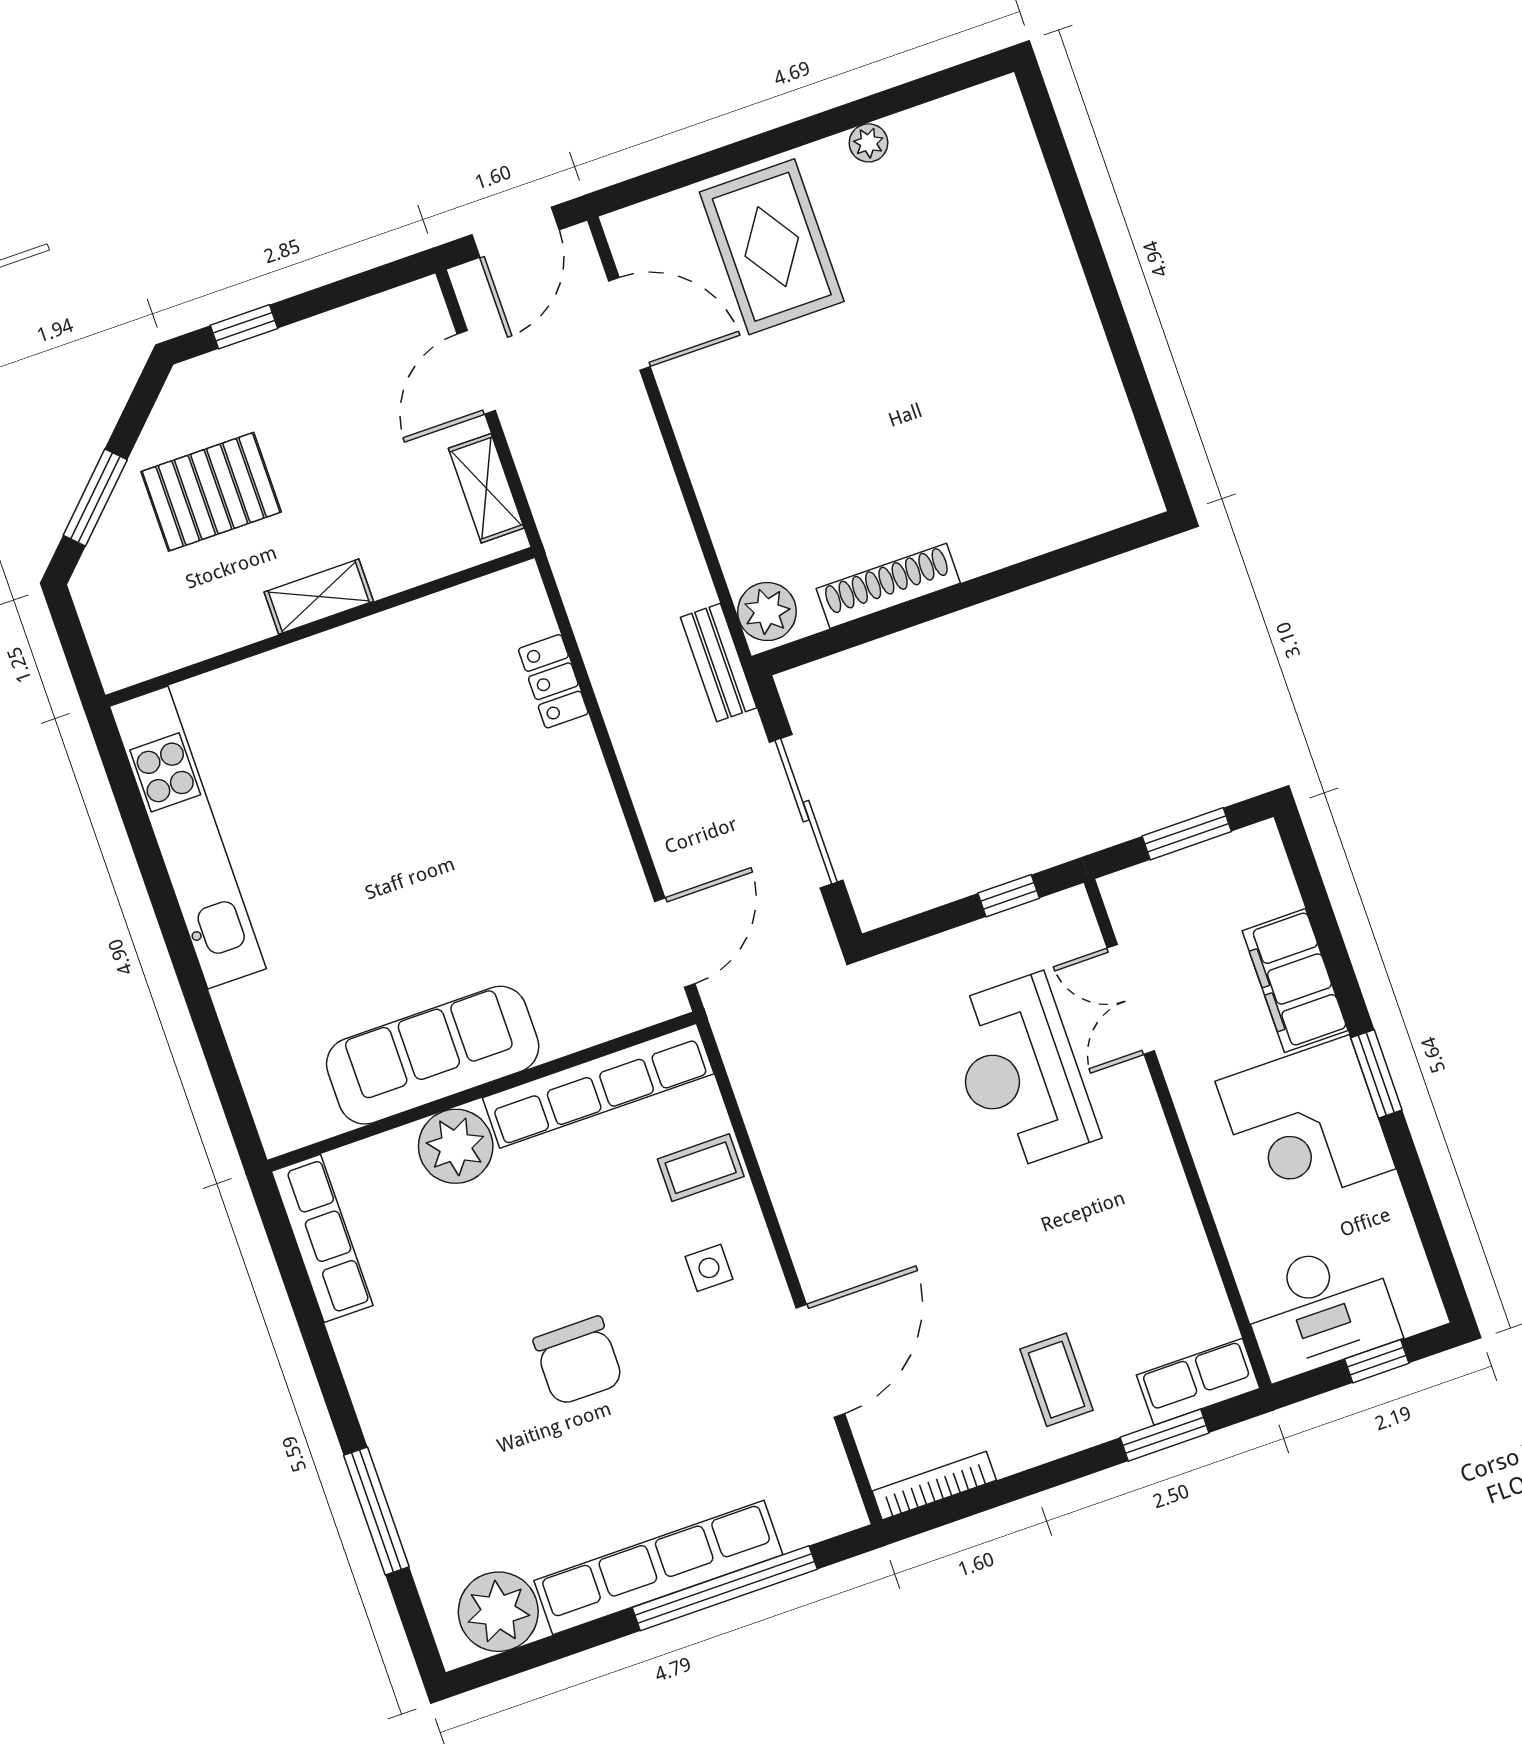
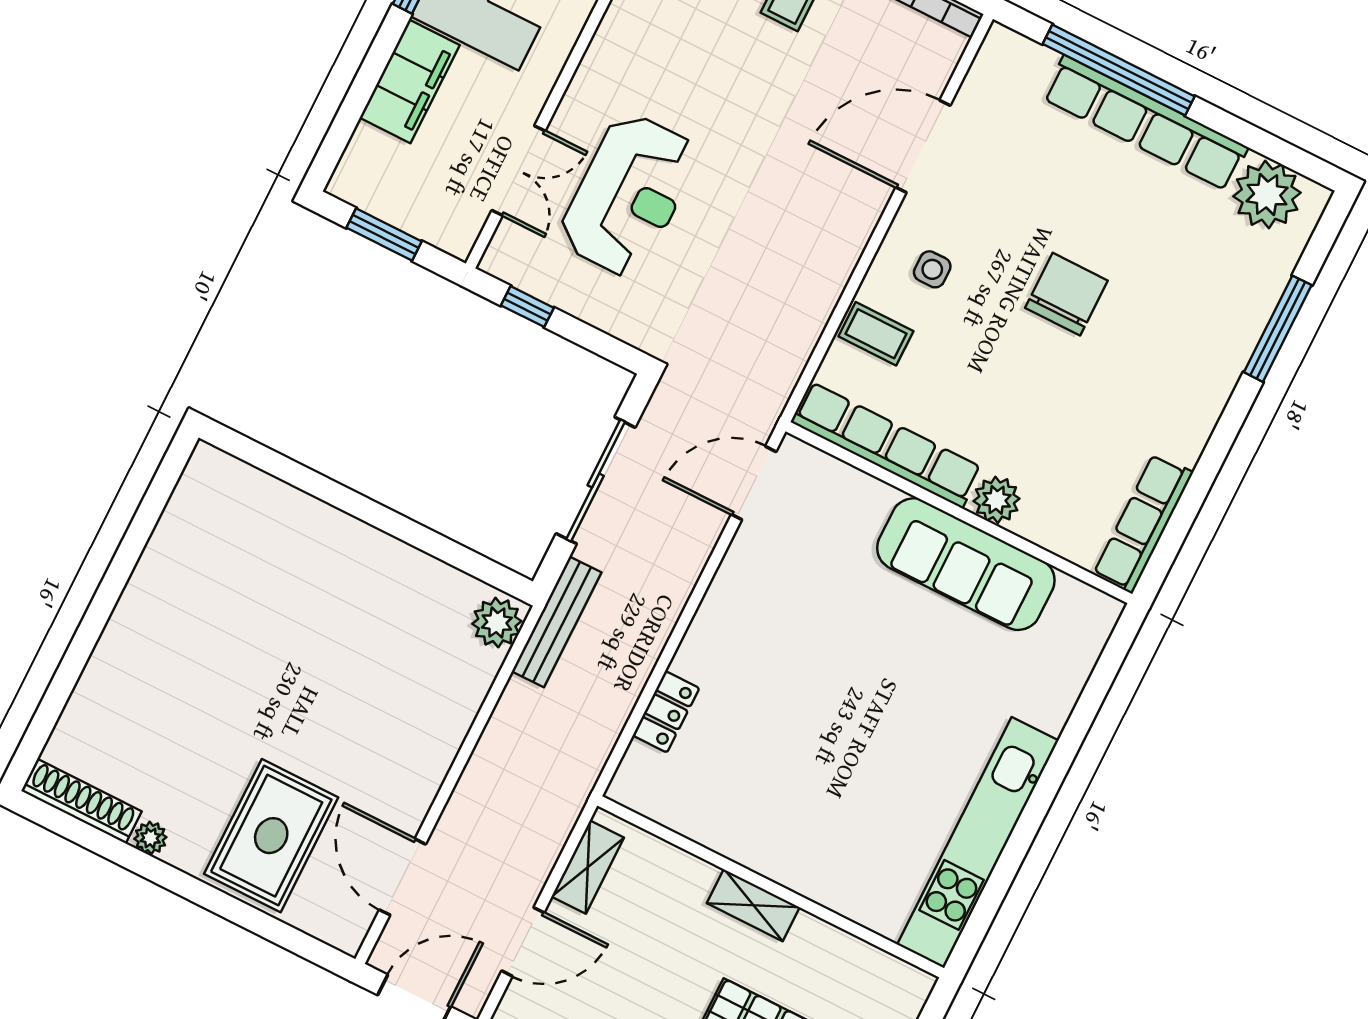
shoe rack: (888, 586) -> (81, 801), moved, turned 180
bench: (719, 663) -> (557, 622), width x1.36
plant: (456, 1146) -> (997, 500), width x0.73, depth x0.73

